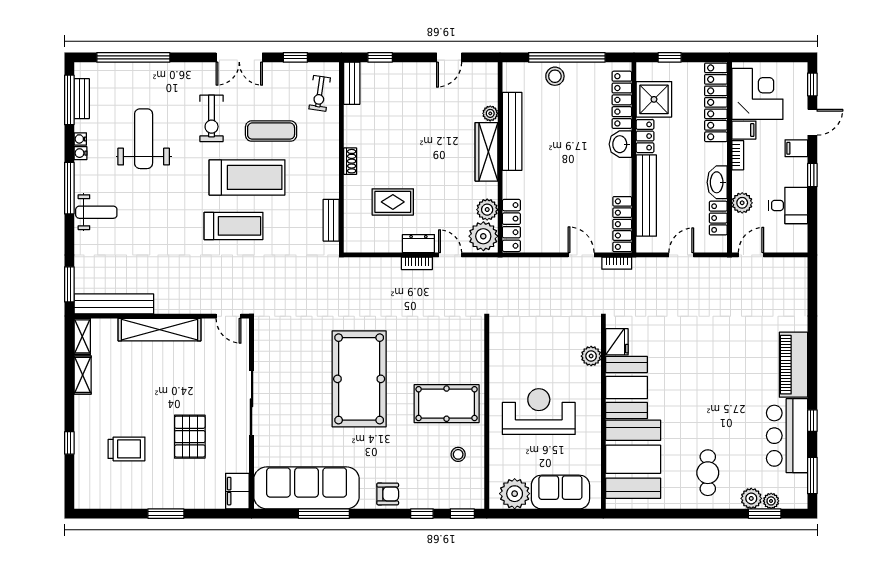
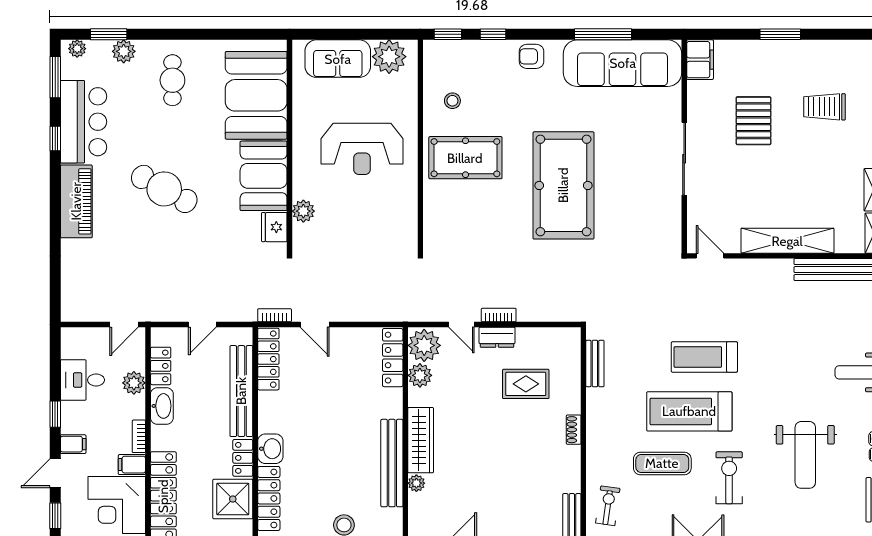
cafe table: (715, 376) -> (164, 189), added
plant: (771, 501) -> (77, 49), moved

